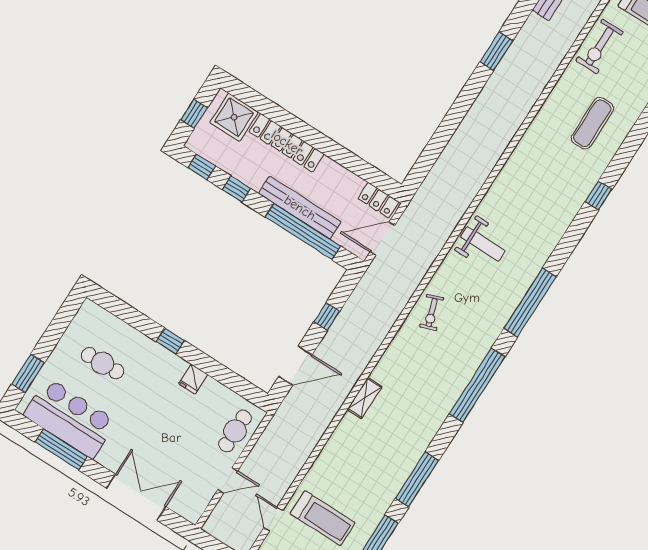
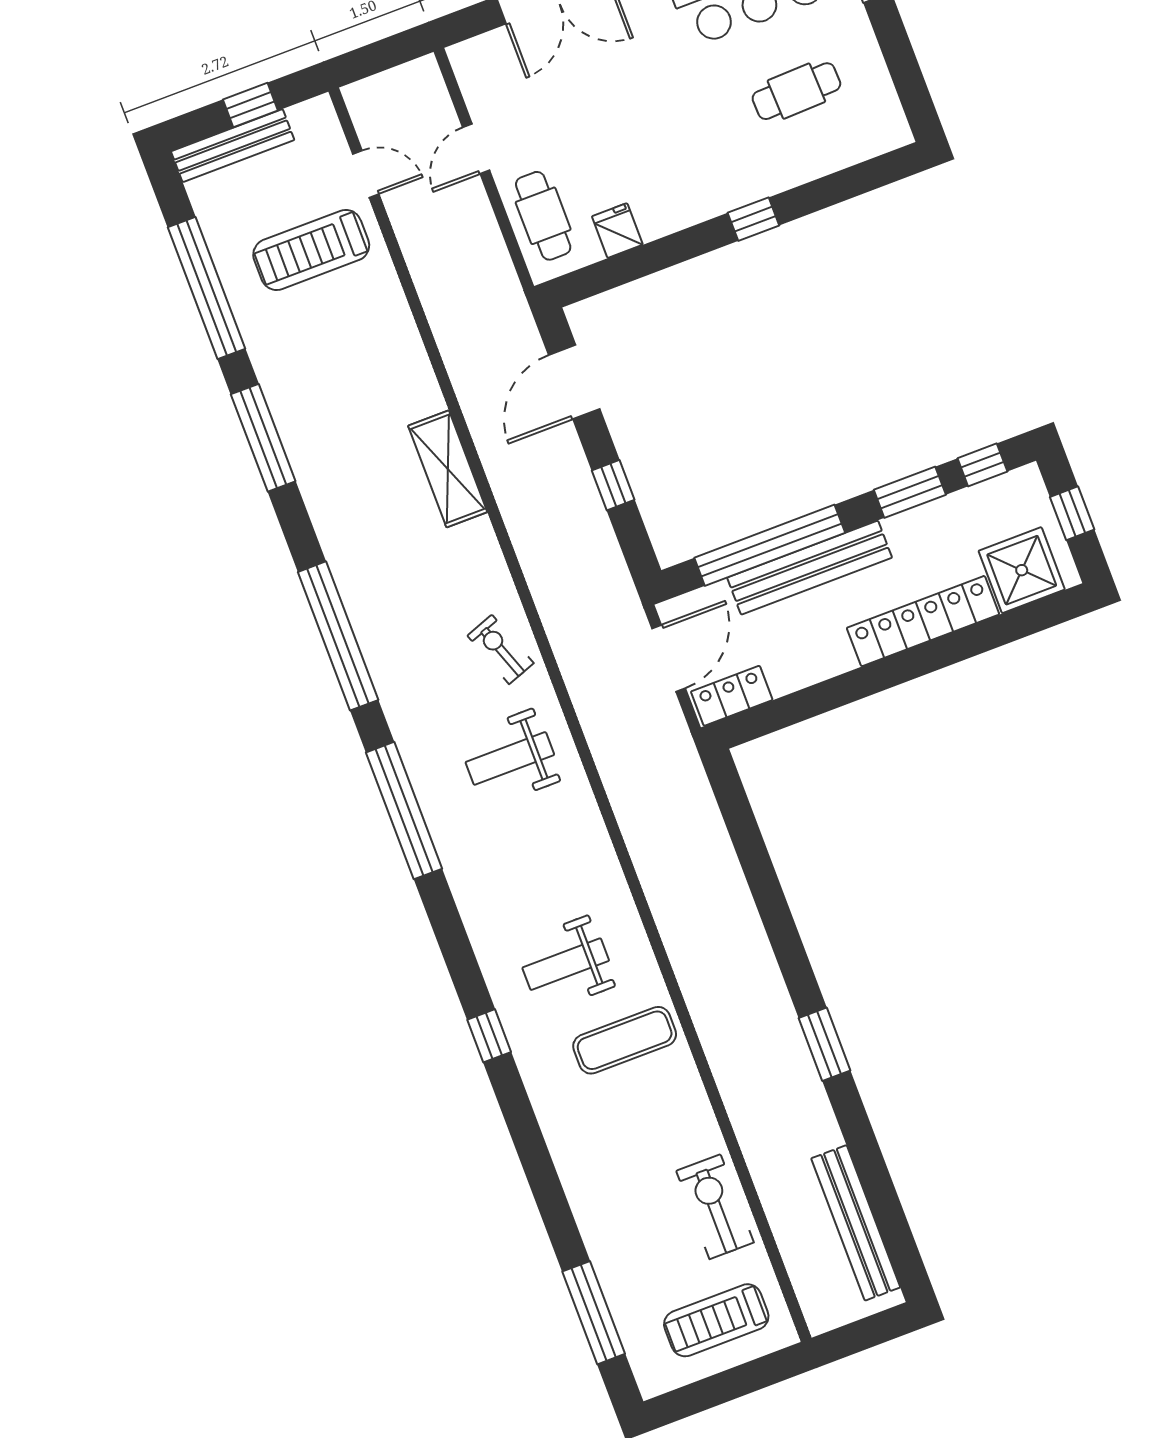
exercise mat: (592, 123) -> (625, 1040), moved, turned 90
weight bench: (544, 186) -> (566, 964), added
window: (236, 189) -> (910, 492), width x1.50
weight bench: (483, 244) -> (510, 758), moved
fridge: (193, 379) -> (617, 231), moved
shelving: (364, 398) -> (448, 469), width x1.50, depth x1.33

